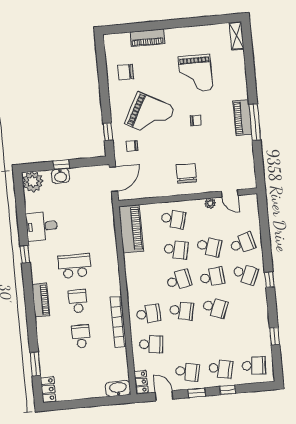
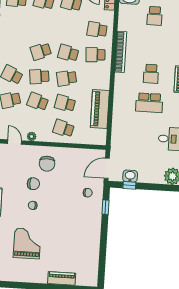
chair: (126, 72) -> (33, 184), moved
grand piano: (150, 115) -> (69, 215), removed
window: (61, 165) -> (129, 185), moved
washbasin: (60, 176) -> (130, 176), moved
piano: (131, 229) -> (100, 109), moved
school desk: (215, 308) -> (41, 51), turned -42
school desk: (81, 336) -> (155, 16), moved

